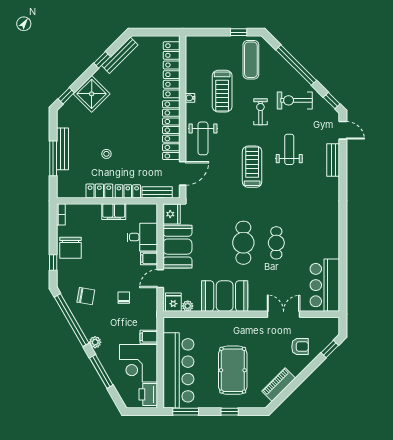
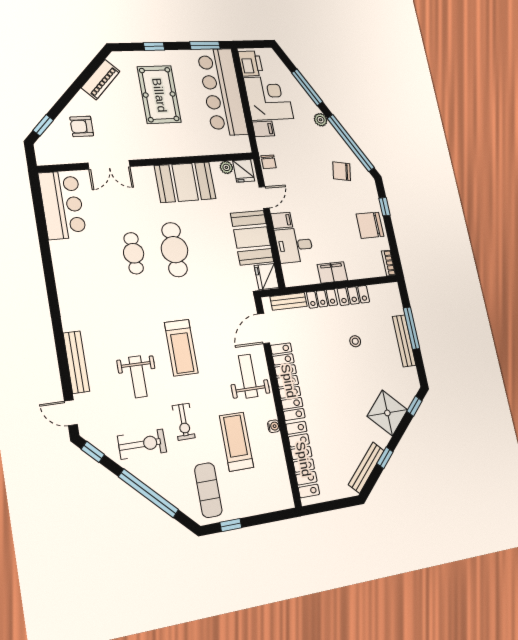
bench: (333, 160) -> (76, 362), width x1.36
chair: (71, 248) -> (370, 225), turned -90
chair: (124, 298) -> (269, 162), moved

